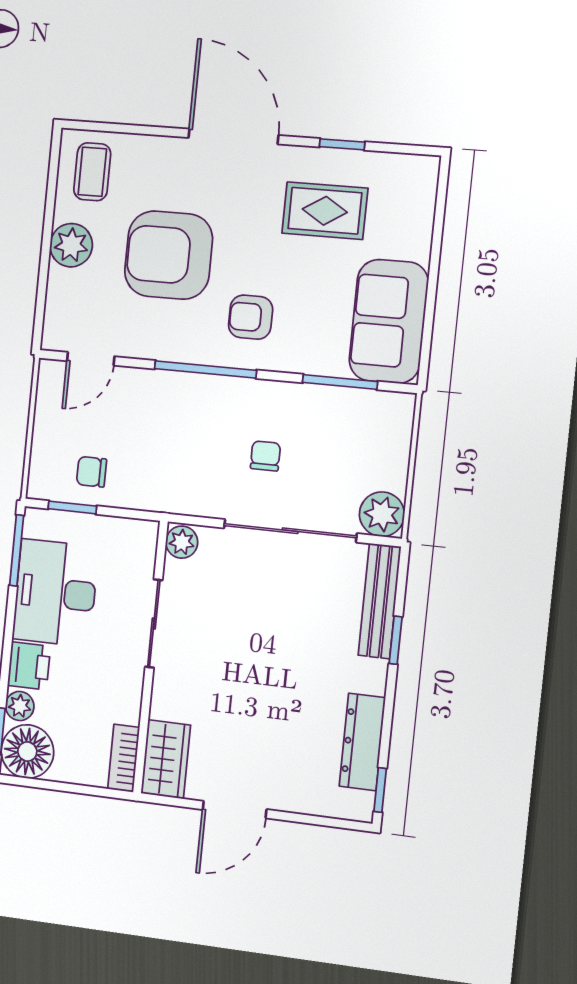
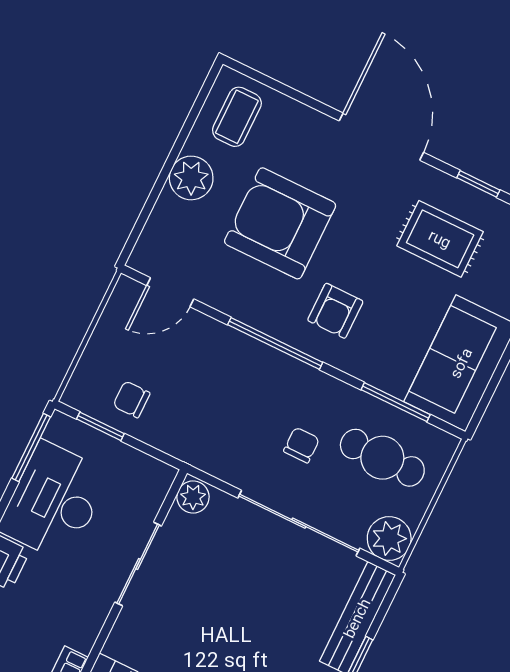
armchair: (251, 317) -> (335, 311), turned -90
cafe table: (347, 439) -> (382, 458), added

